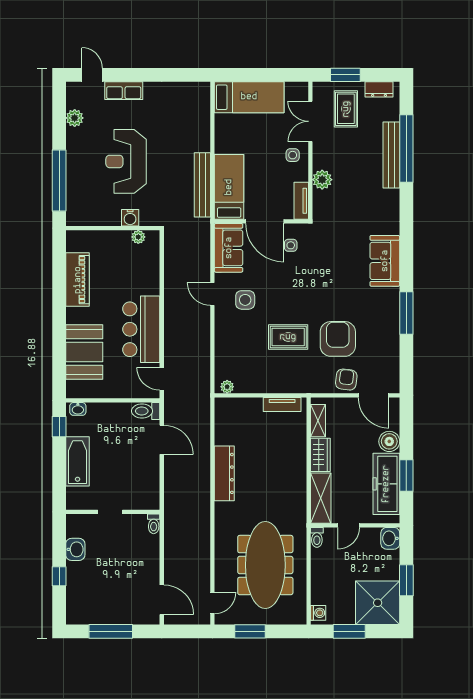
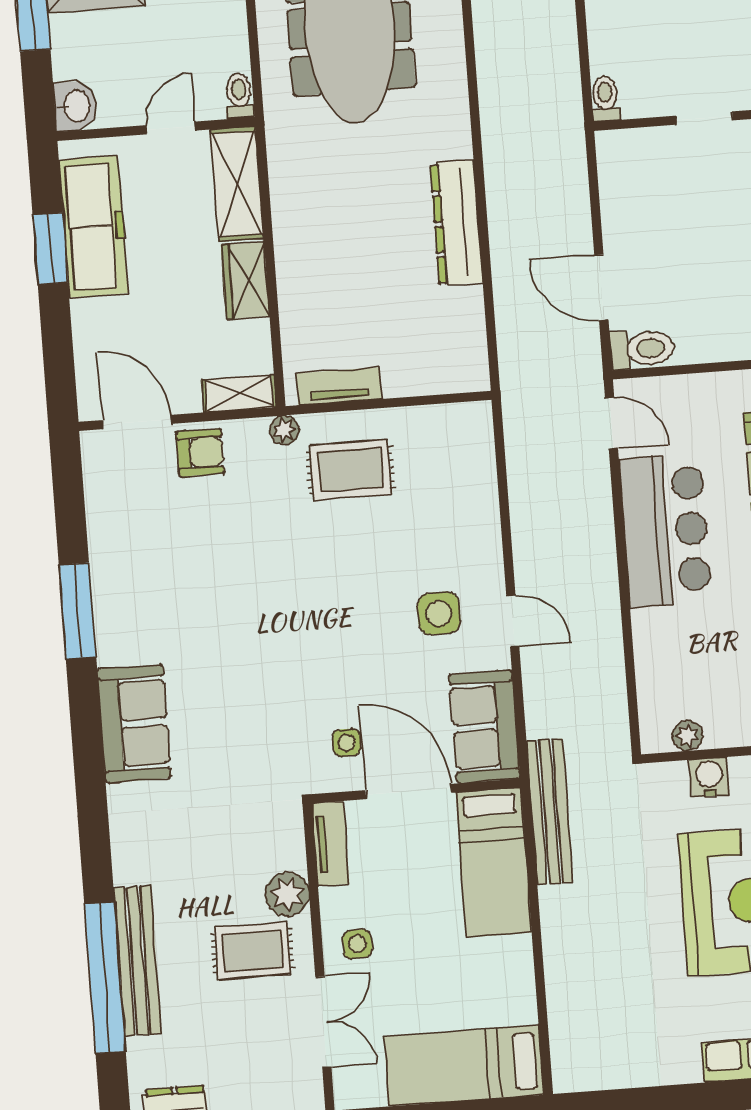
rug: (346, 109) -> (253, 951), moved, turned 90
bench: (202, 185) -> (550, 812), moved
rug: (288, 337) -> (351, 470), moved
armchair: (338, 339) -> (226, 542), removed
armchair: (346, 380) -> (200, 453), turned -97
plant: (227, 387) -> (284, 430), moved
shelving: (318, 421) -> (239, 393), moved, turned 90
boiler: (389, 441) -> (94, 322), removed

